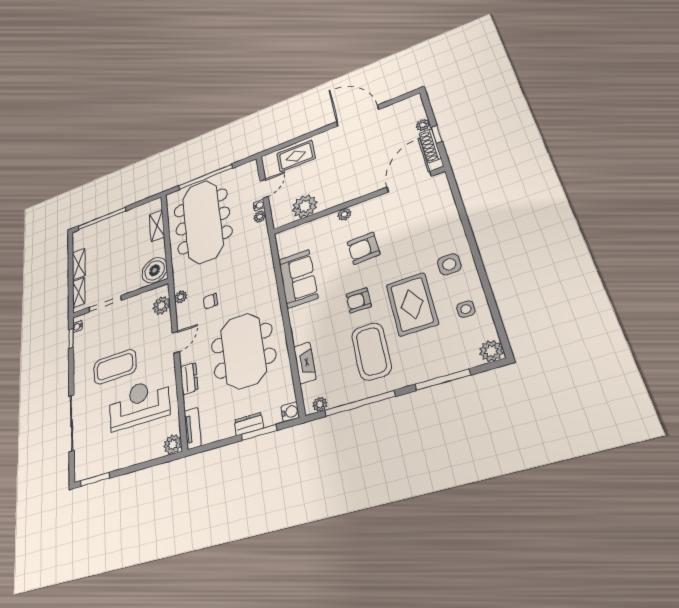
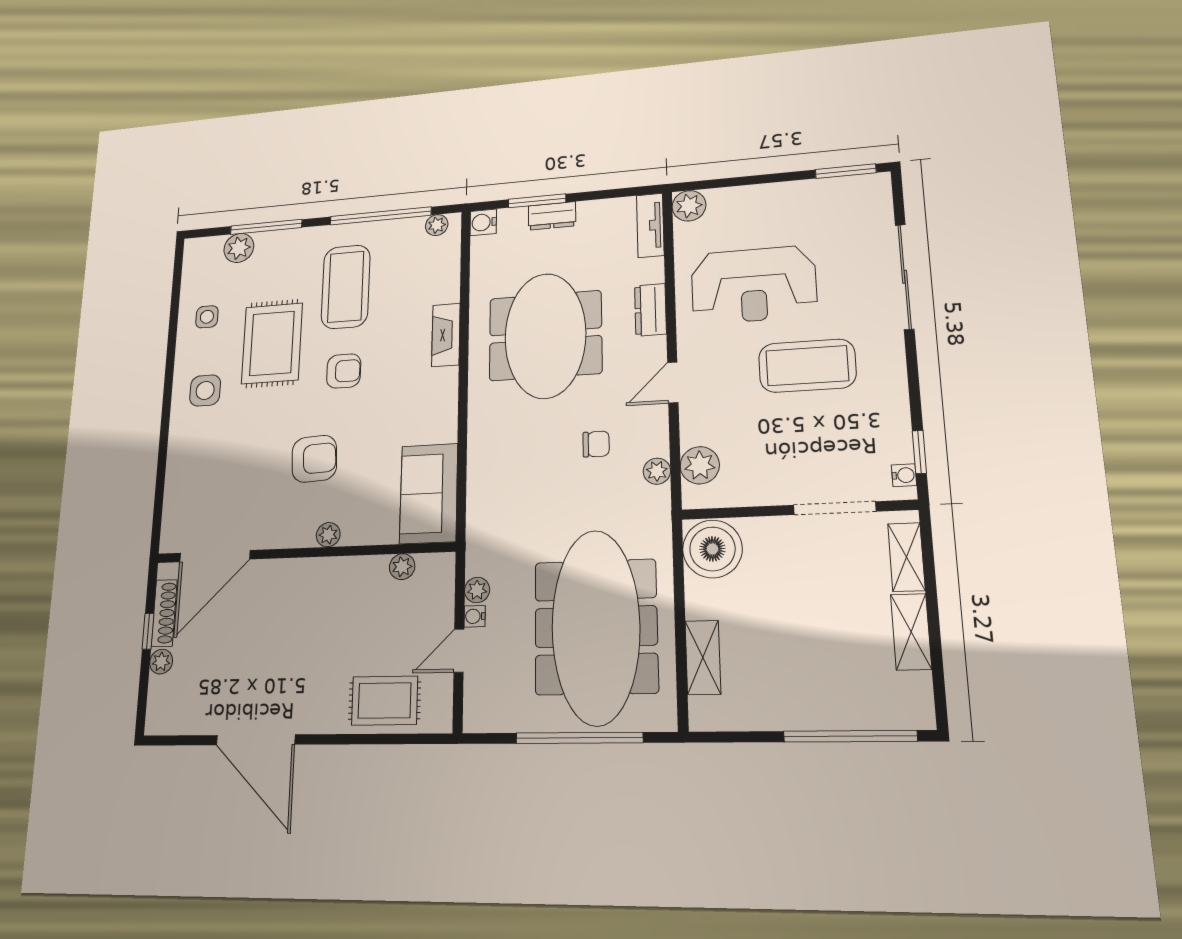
plant: (305, 206) -> (402, 567), width x0.53, depth x0.53
sofa: (298, 279) -> (429, 494), moved
plant: (491, 351) -> (239, 248), moved
fireplace: (305, 363) -> (446, 335), moved

